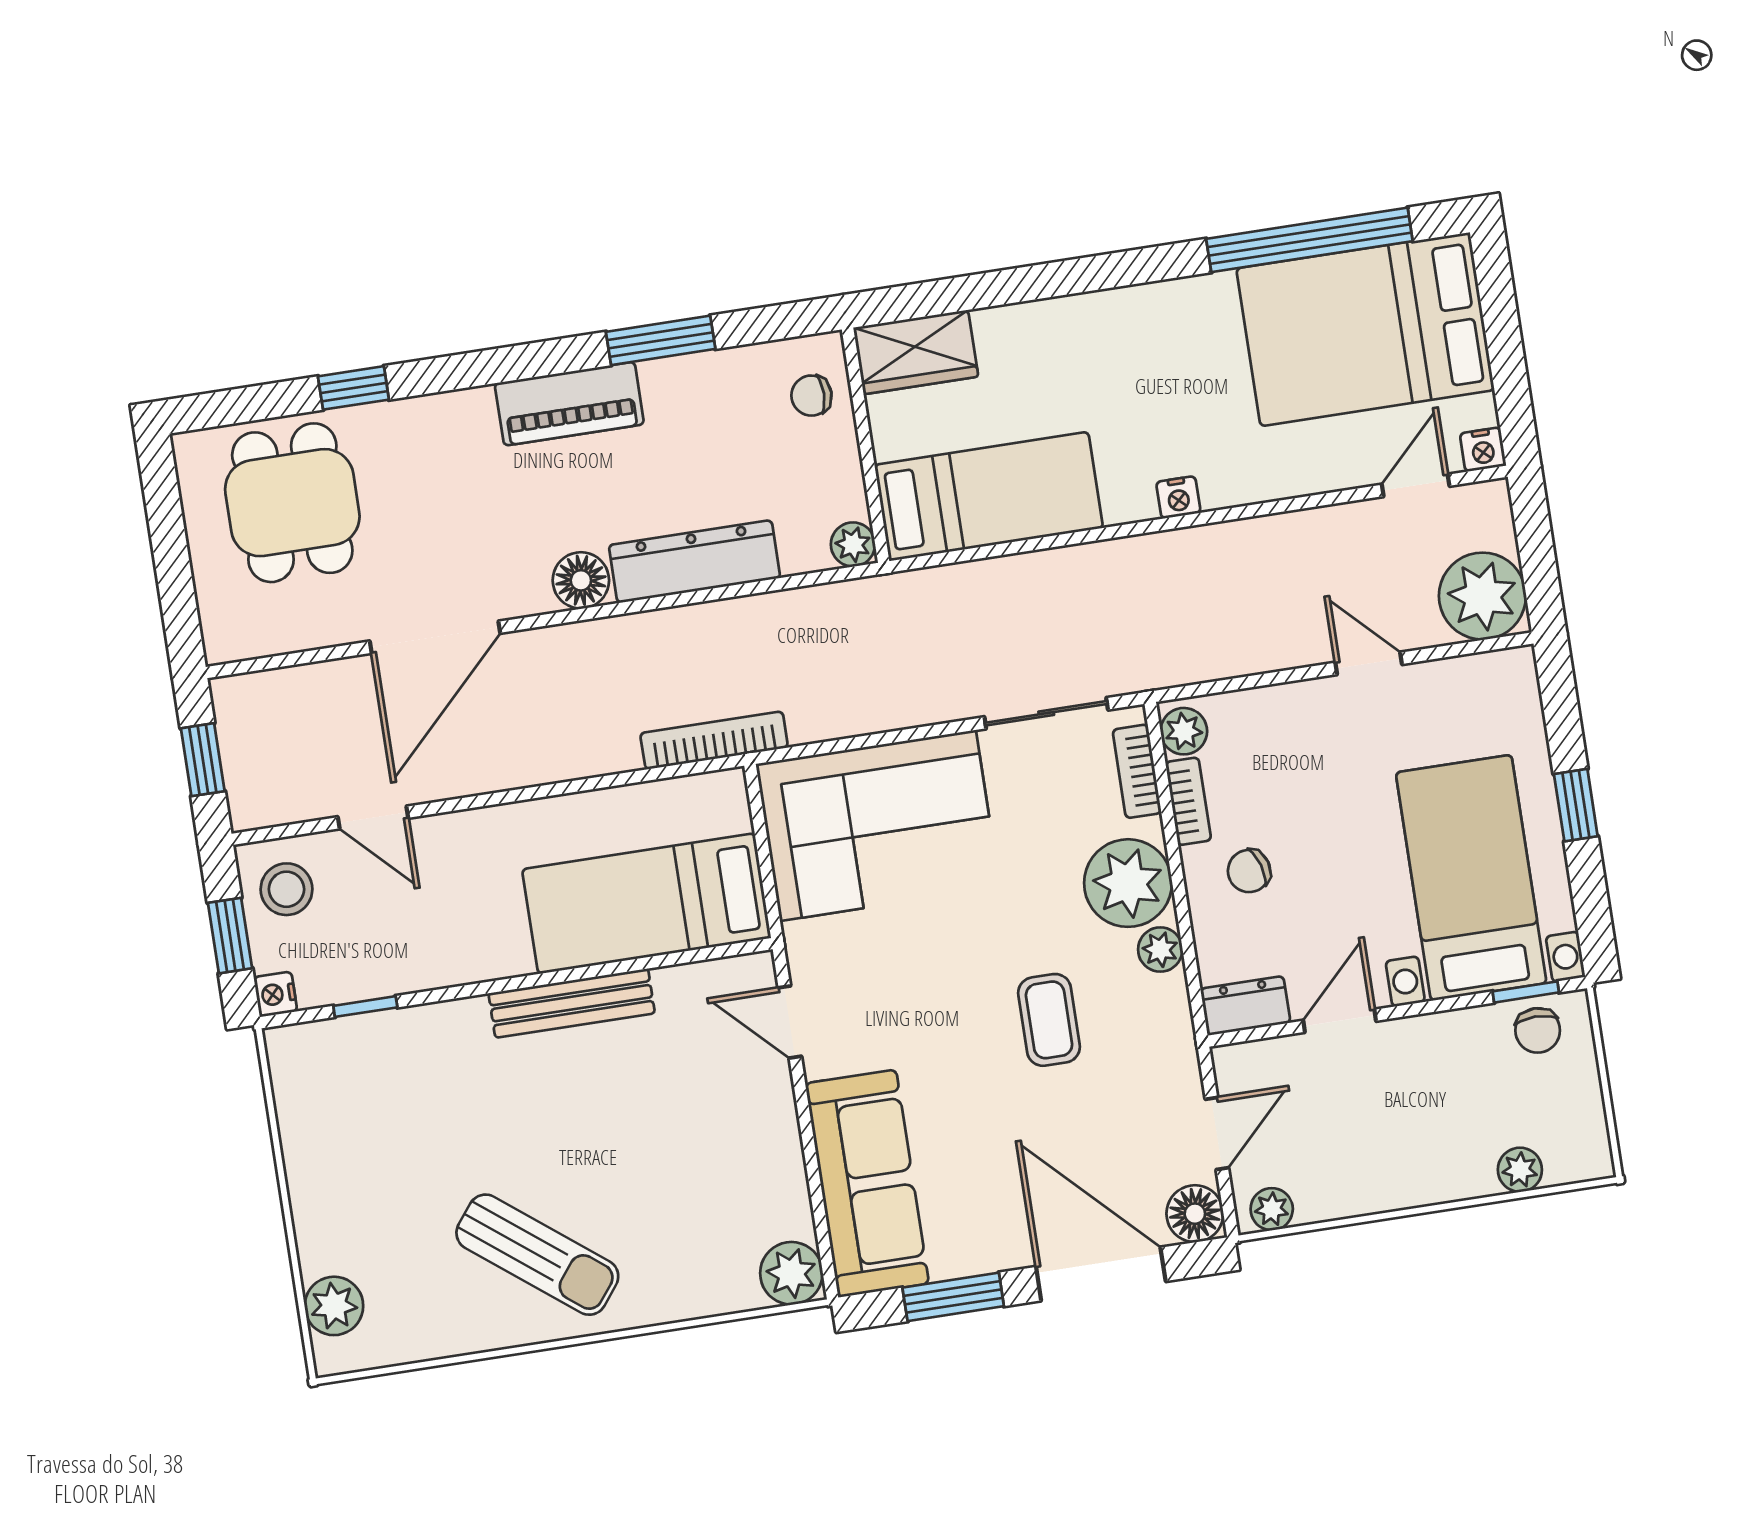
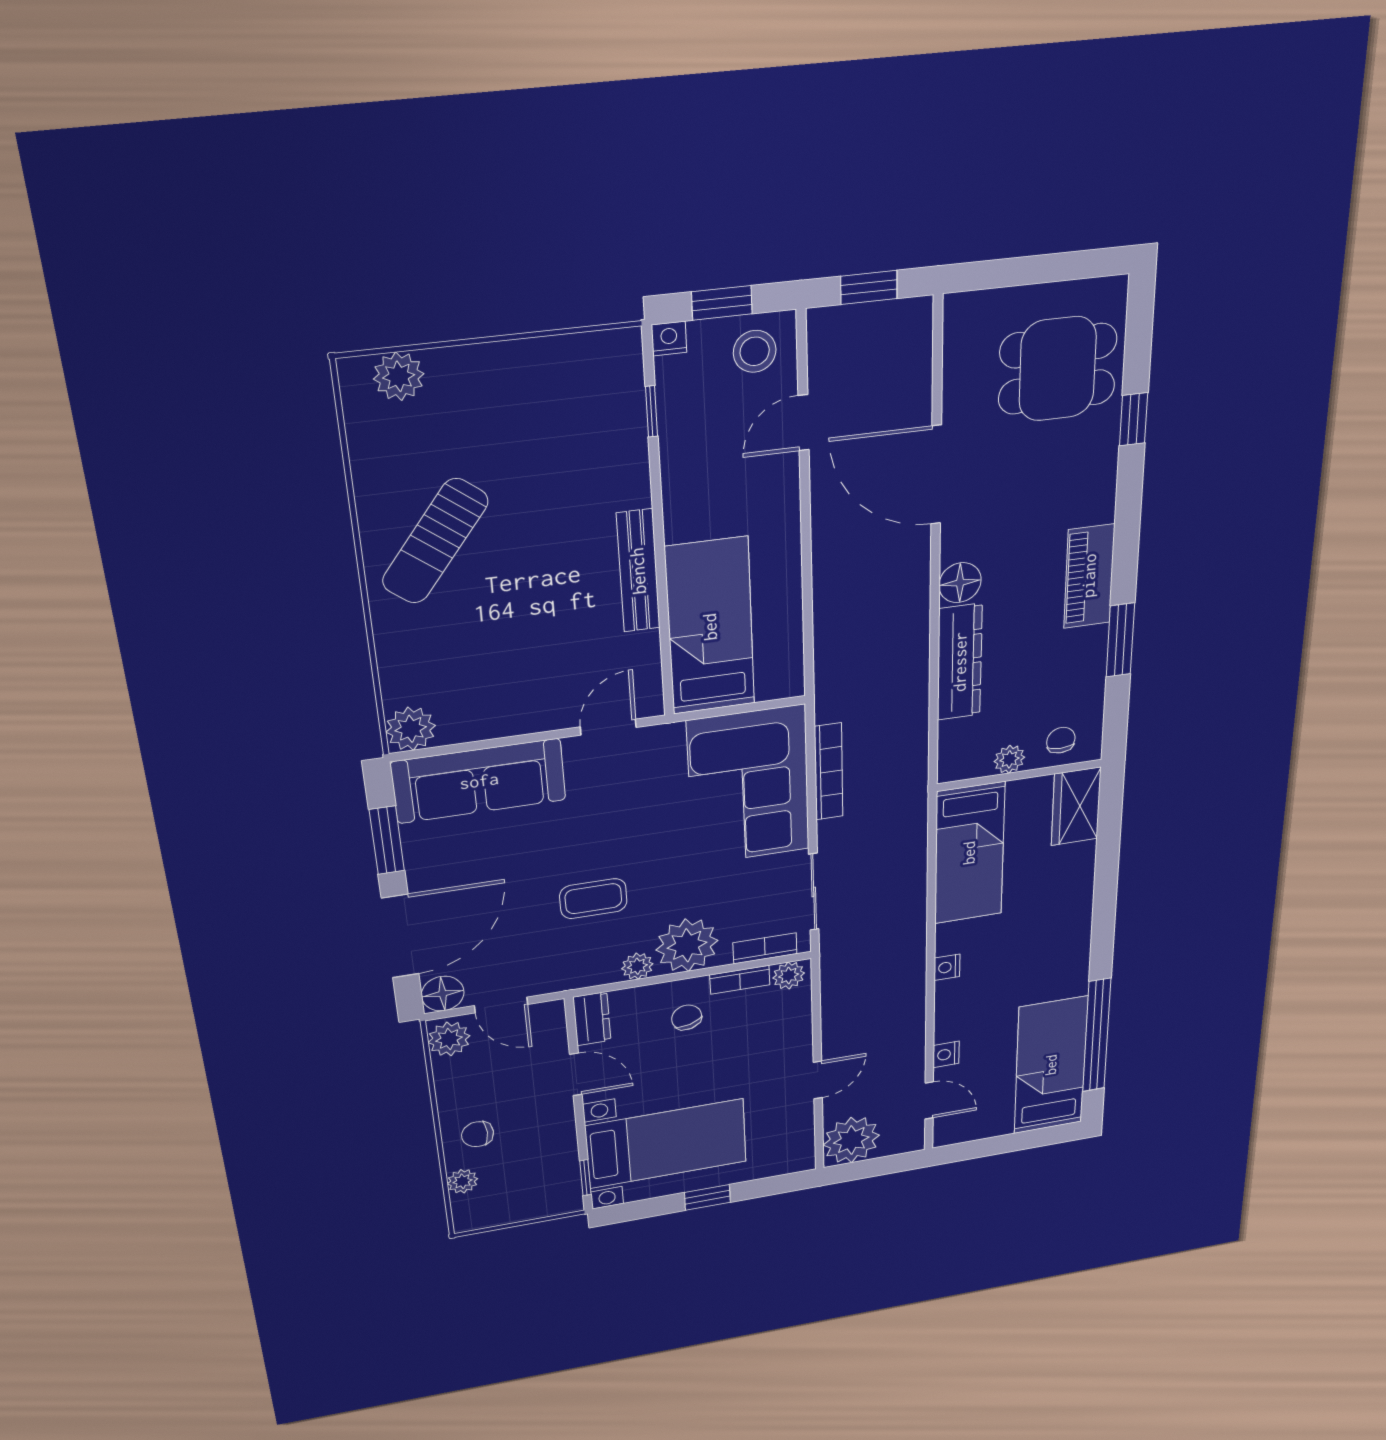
bed: (1365, 329) -> (1051, 1065), width x0.67
nightstand: (1483, 450) -> (946, 1054), moved
plant: (853, 544) -> (1009, 759), moved
bookcase: (714, 740) -> (829, 772), moved
chair: (1538, 1030) -> (478, 1134), moved
plant: (1272, 1209) -> (449, 1039), width x1.38, depth x1.38

